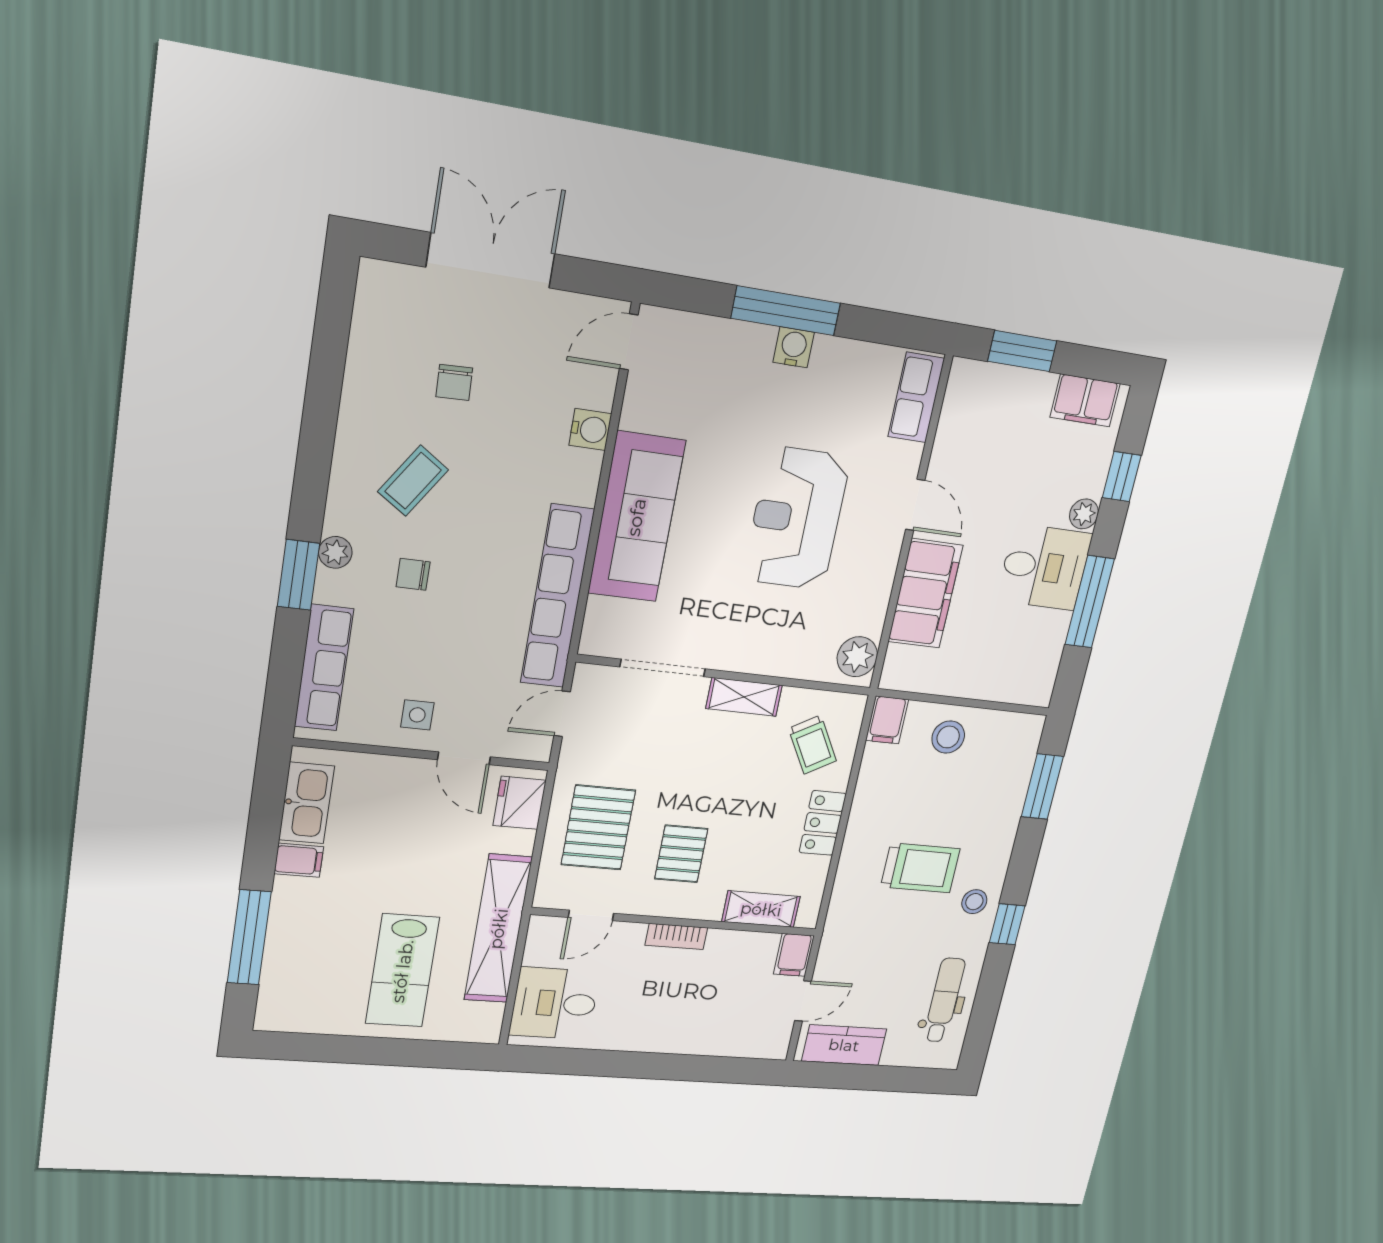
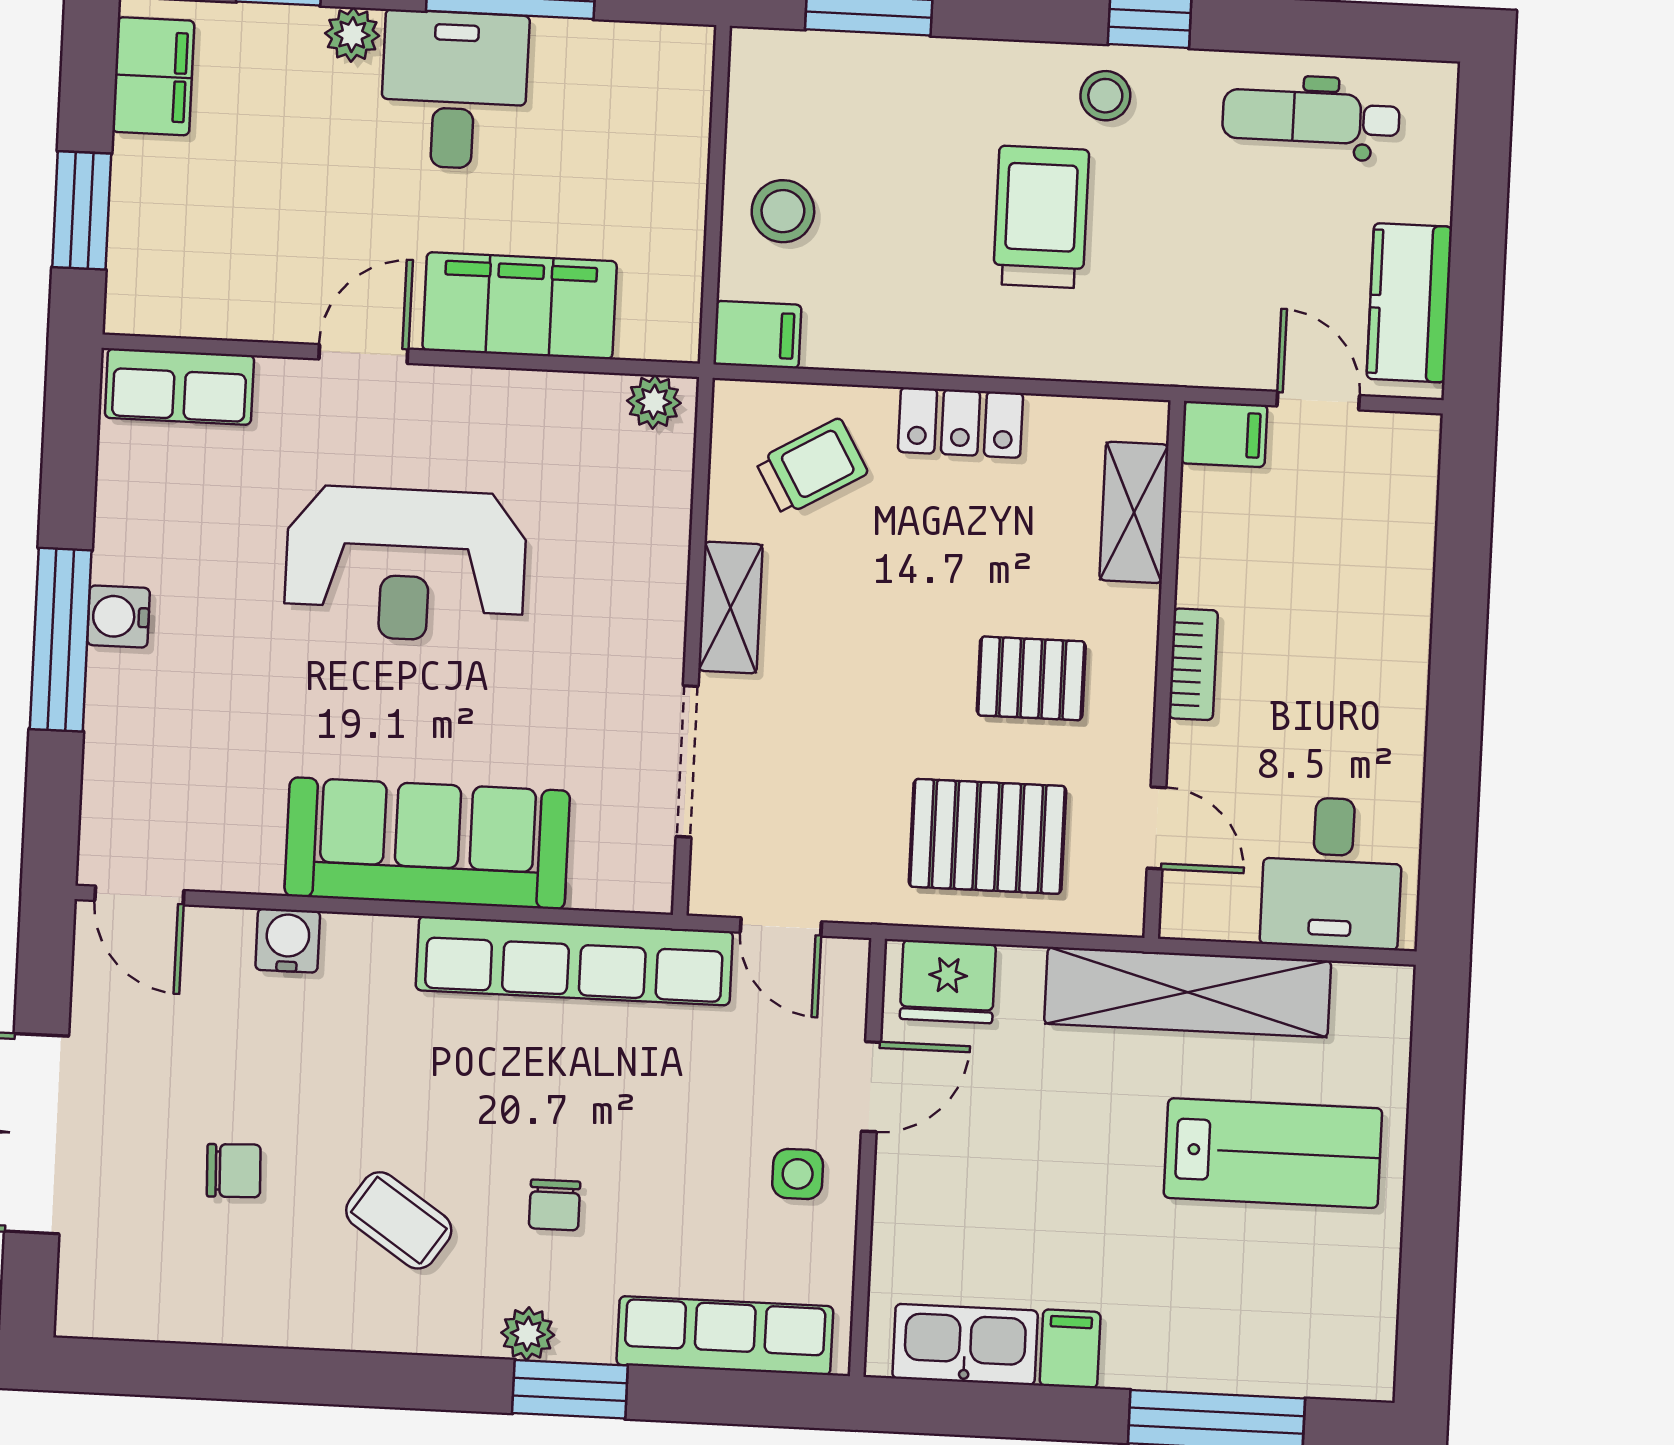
plant: (857, 657) -> (654, 402), width x0.73, depth x0.73

